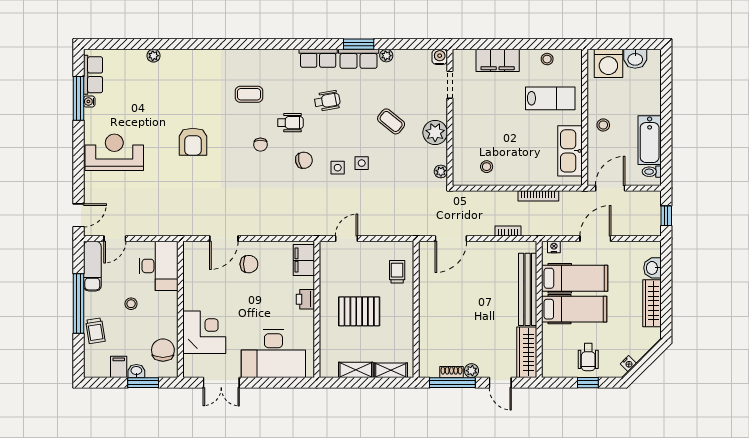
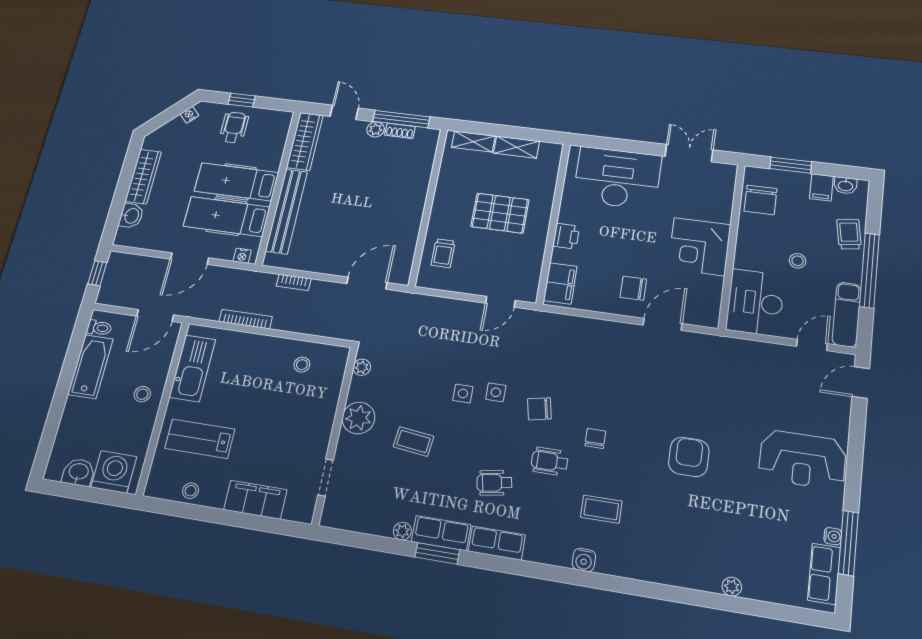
water cooler: (440, 57) -> (584, 560), moved
coffee table: (391, 121) -> (413, 442), turned -32
corner desk: (204, 332) -> (699, 247), moved
washbasin: (136, 371) -> (845, 185), moved

